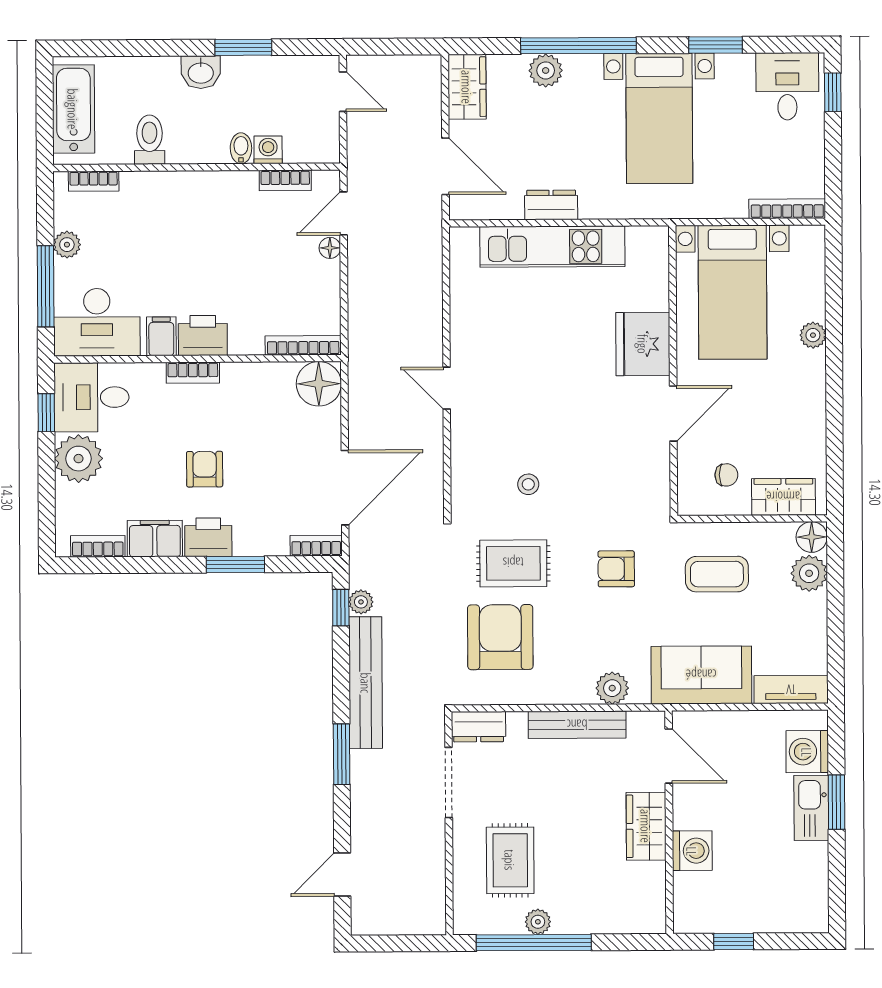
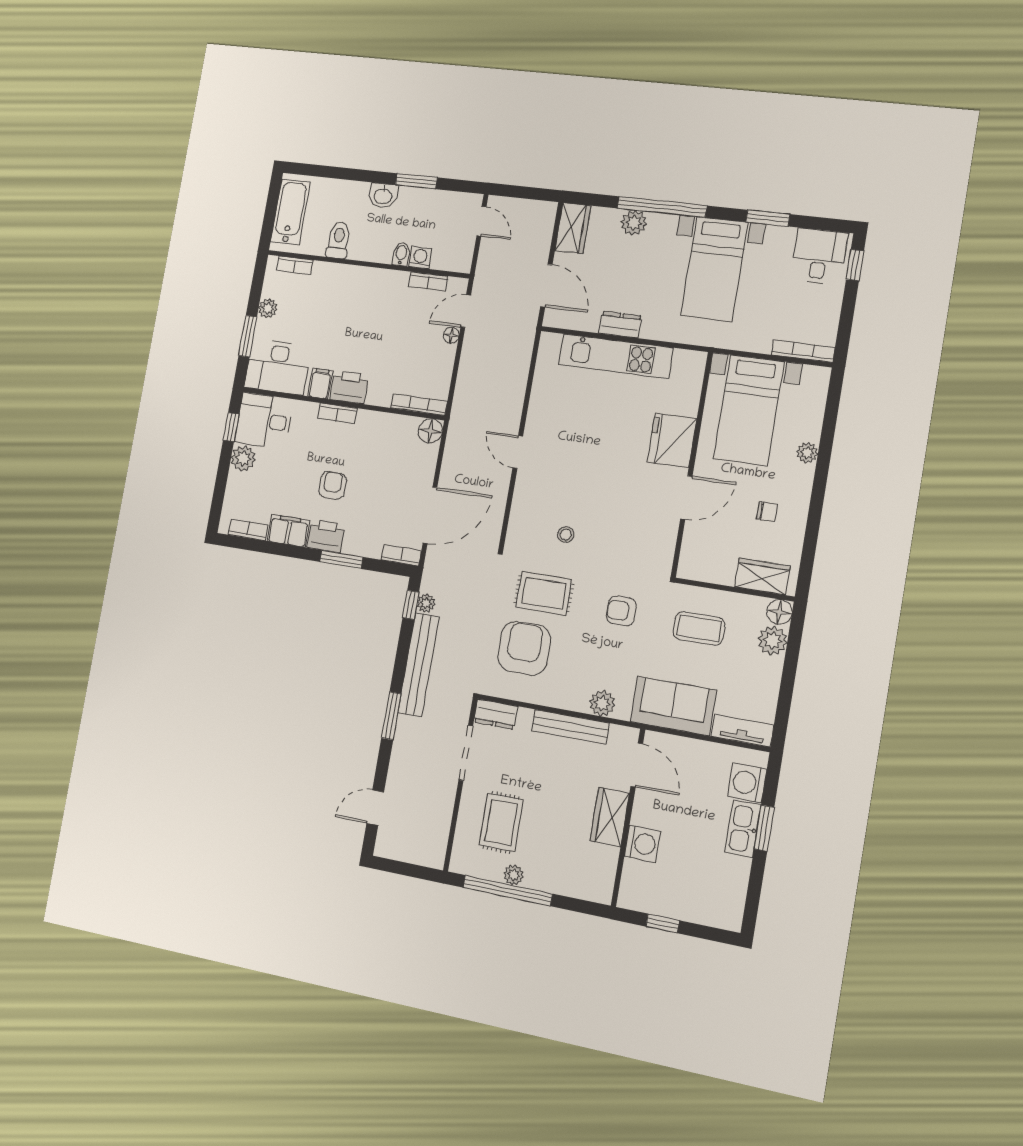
window: (46, 286) -> (248, 336), width x0.69
floor lamp: (319, 384) -> (430, 431), width x0.73, depth x0.73
plant: (79, 459) -> (243, 458), width x0.73, depth x0.73
chair: (726, 475) -> (767, 512), moved

